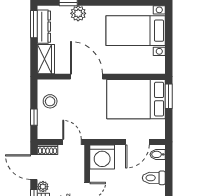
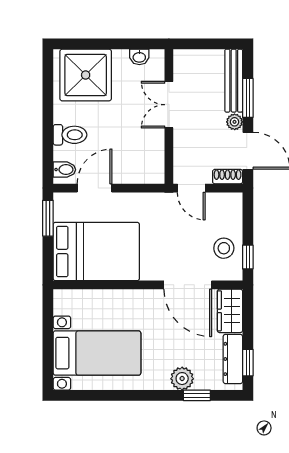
window: (34, 24) -> (248, 363), width x0.67
door: (87, 77) -> (188, 285), moved
window: (169, 96) -> (48, 218), moved
window: (34, 117) -> (248, 257), moved
washing machine: (102, 157) -> (147, 166), removed

